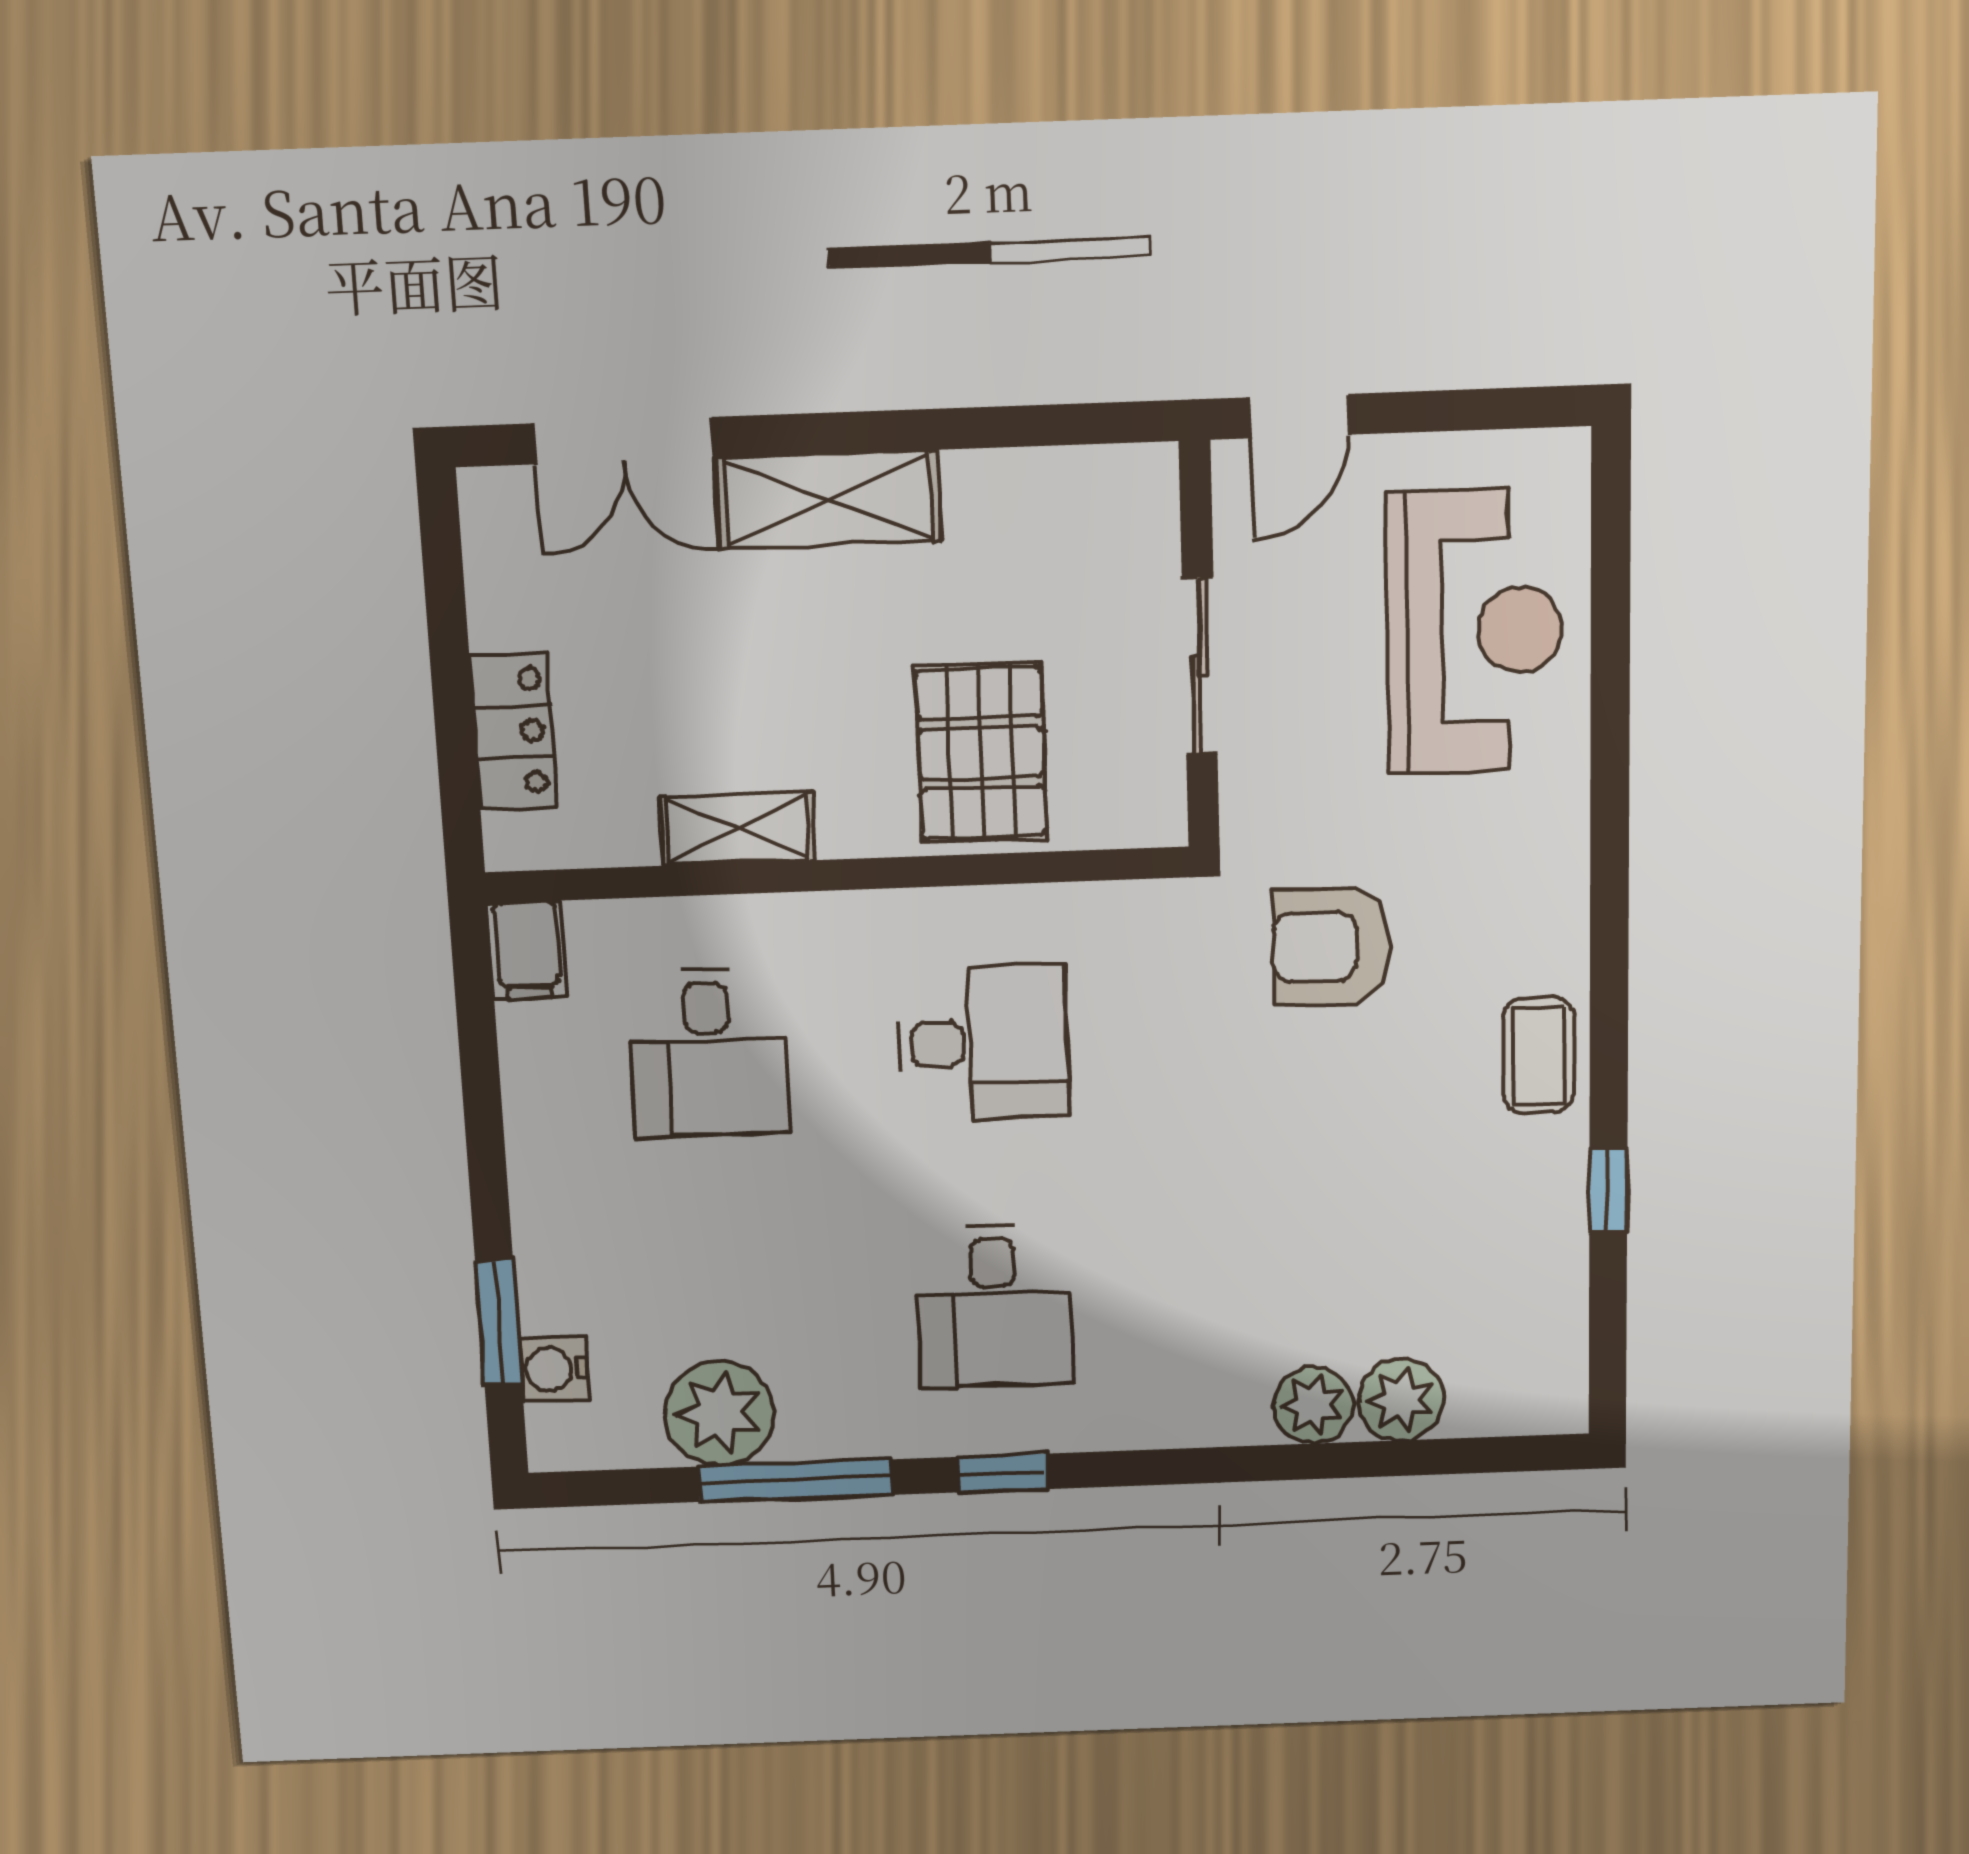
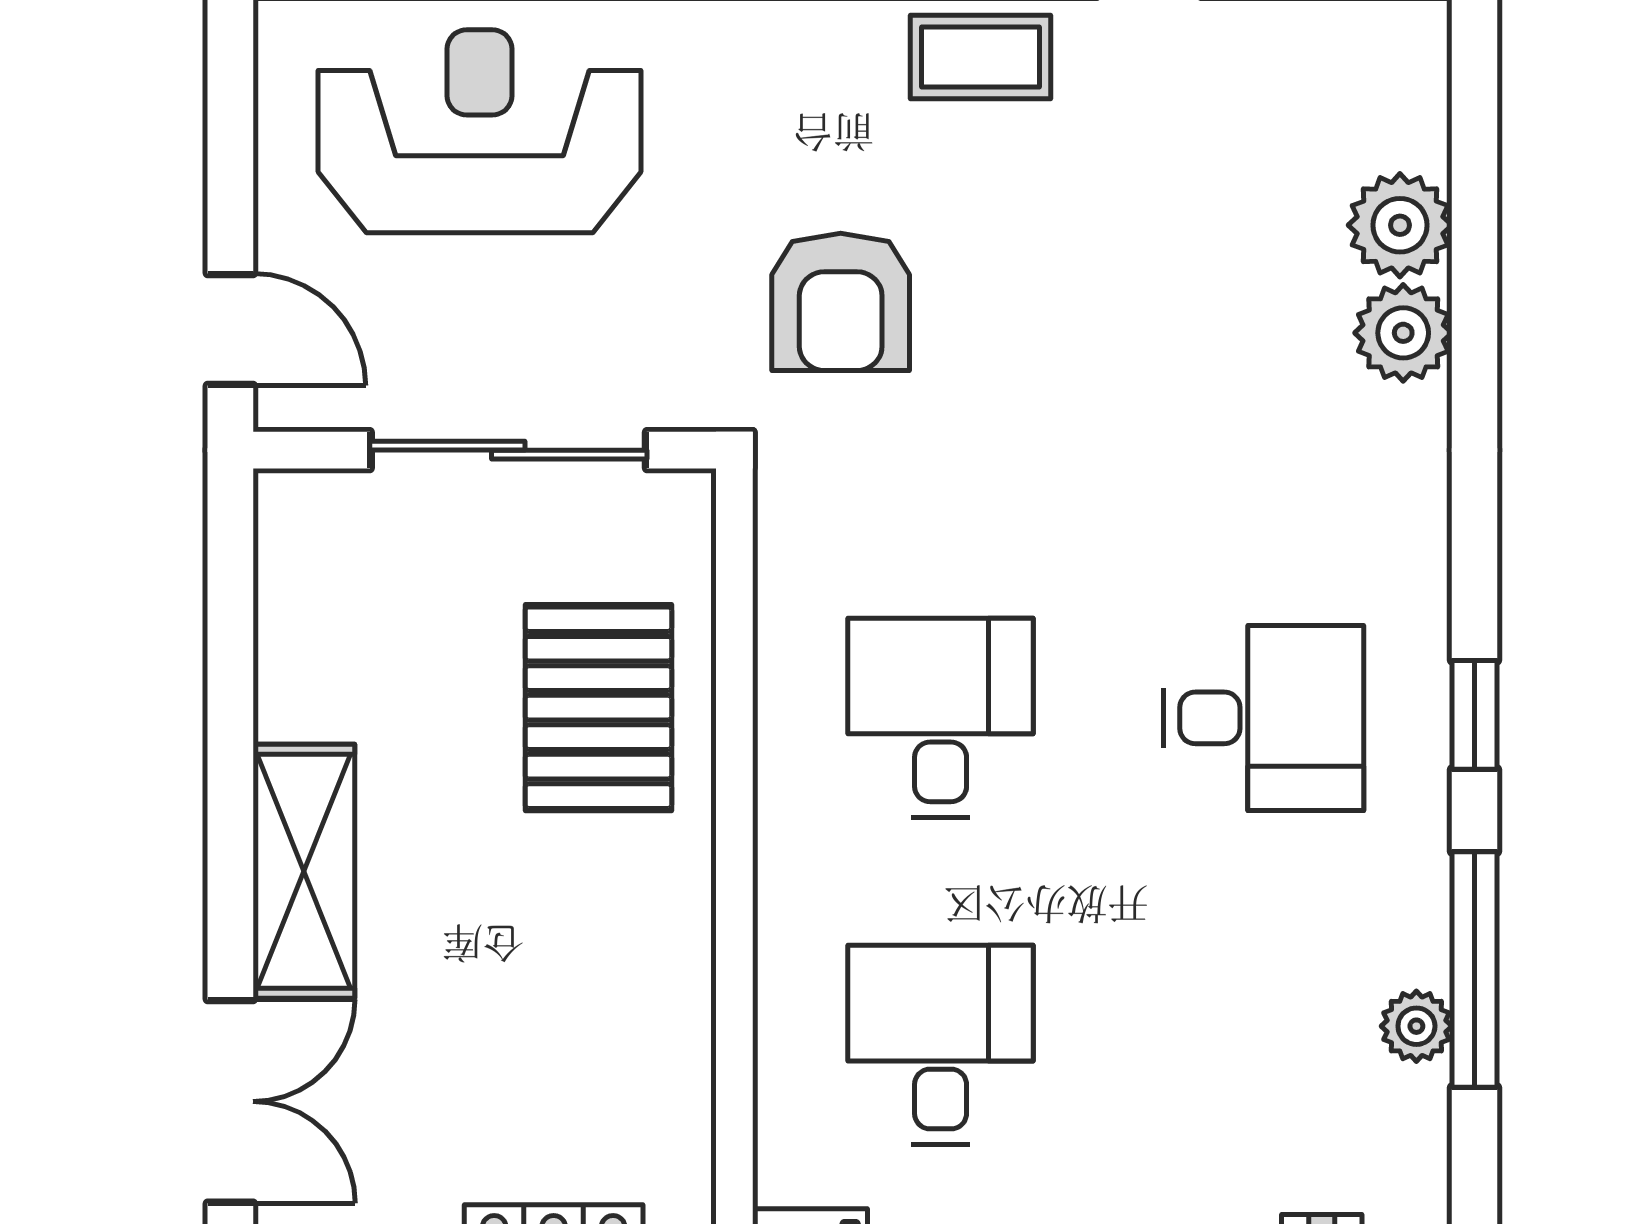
sliding door: (1200, 667) -> (508, 450), width x1.37
pallet: (981, 753) -> (598, 708), turned 90
shelving: (737, 829) -> (676, 996), removed
desk: (708, 1053) -> (941, 1045), turned -90
plant: (719, 1413) -> (1416, 1026), width x0.53, depth x0.53

